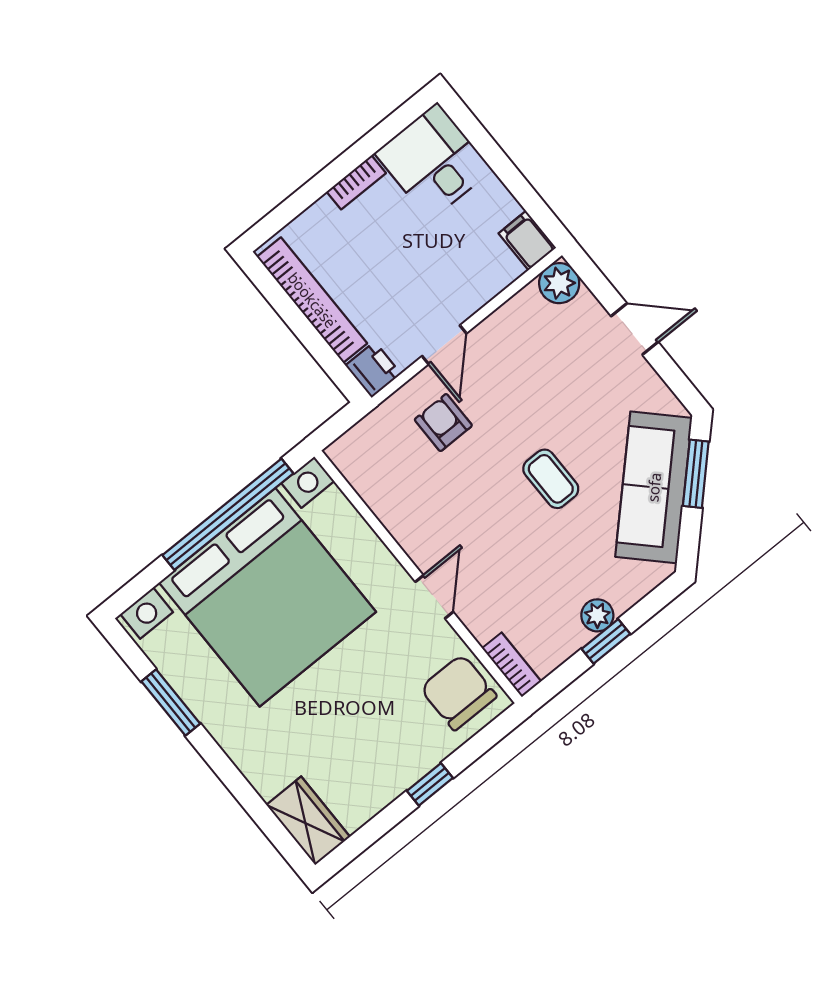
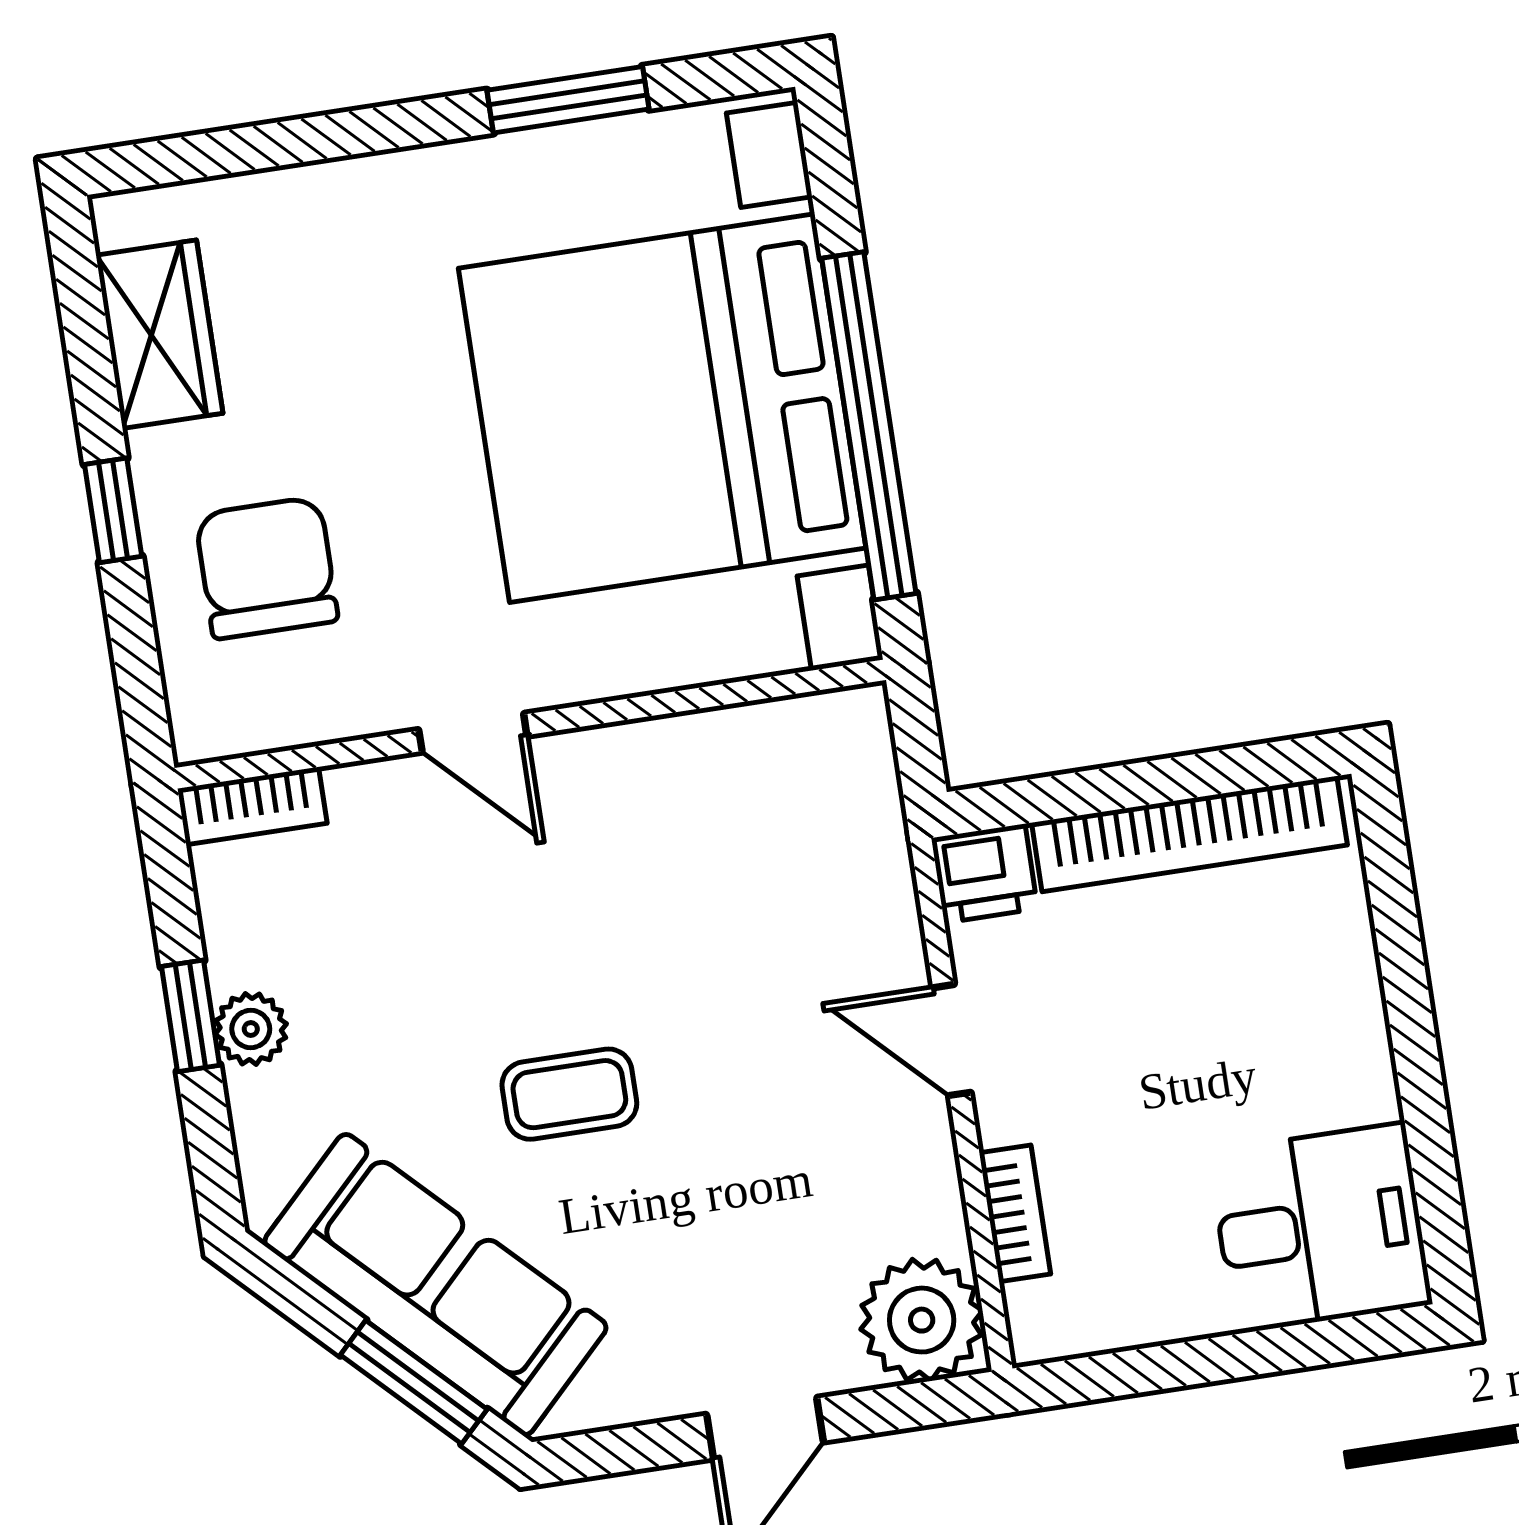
bookcase: (356, 182) -> (1015, 1213), moved, turned 180
filing cabinet: (527, 241) -> (1059, 1321), removed
plant: (559, 283) -> (922, 1320), width x1.36, depth x1.36
armchair: (443, 423) -> (801, 949), removed
chair: (458, 692) -> (267, 568), moved, turned -90
wardrobe: (308, 821) -> (159, 334), moved, turned -90

